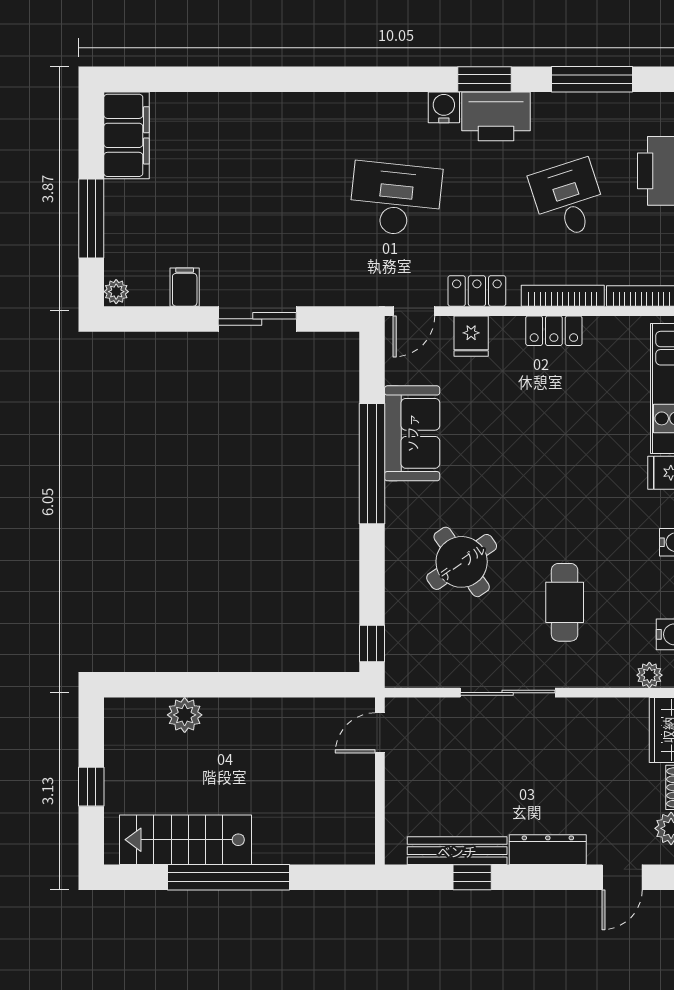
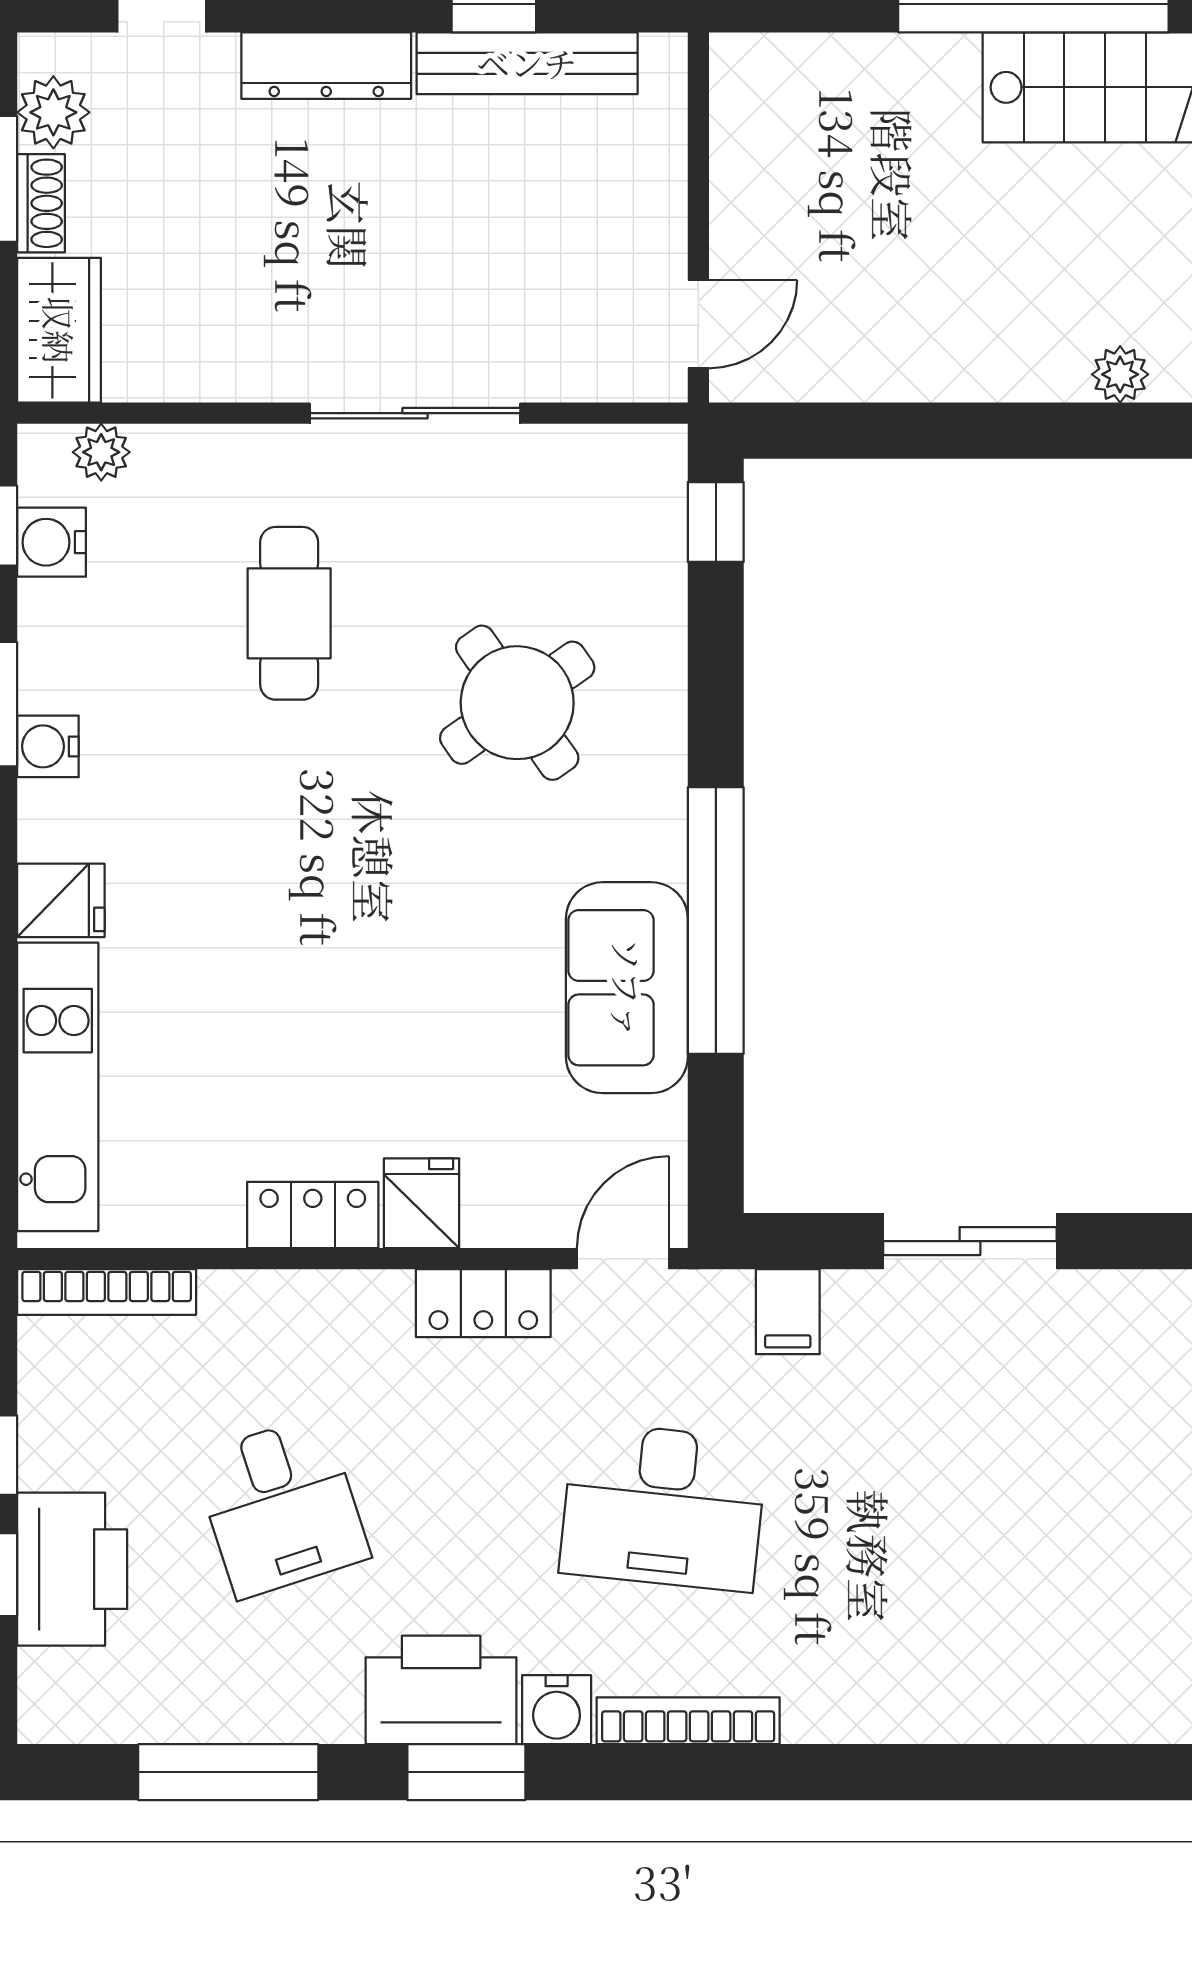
filing cabinet: (185, 287) -> (788, 1312), moved
bookcase: (563, 296) -> (688, 1721), moved, turned 180
fridge: (471, 336) -> (422, 1203), moved
plant: (185, 715) -> (1120, 374), width x0.73, depth x0.73

